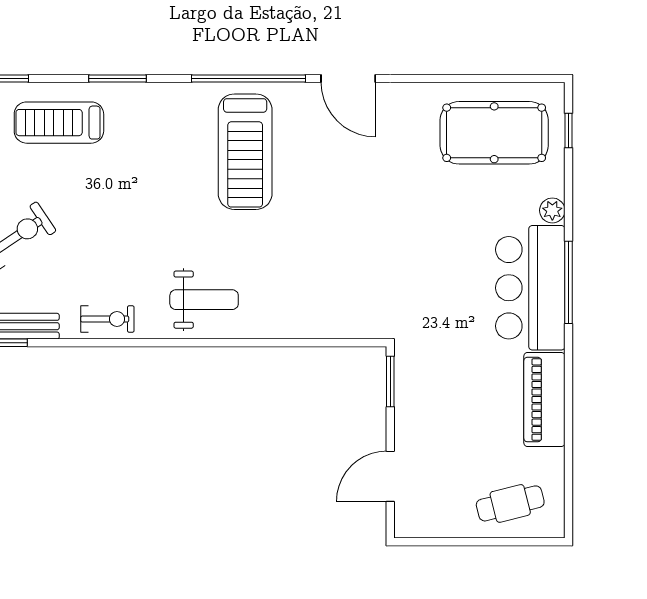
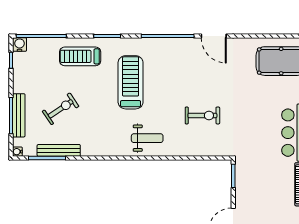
treadmill: (245, 152) -> (131, 82), moved, turned 180
exercise bike: (107, 319) -> (202, 115), moved, width x1.38, depth x1.39

